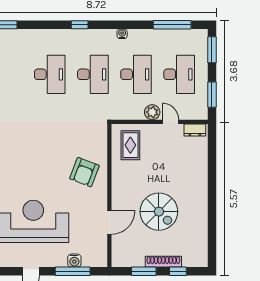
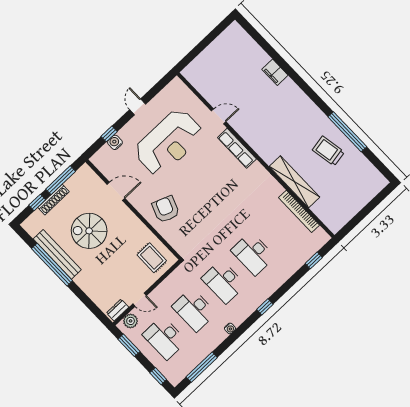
window: (212, 50) -> (158, 376), width x0.67
plant: (152, 112) -> (131, 321), moved
window: (212, 213) -> (52, 265), added
bench: (201, 217) -> (57, 254), added
door: (109, 222) -> (116, 191), swing flipped
window: (73, 271) -> (109, 134), width x0.46
window: (144, 271) -> (61, 180), width x1.44

